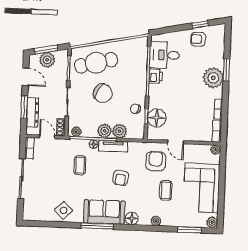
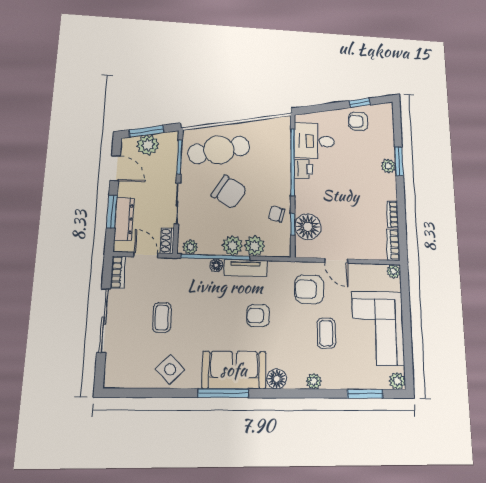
plant: (213, 78) -> (388, 166), width x0.53, depth x0.53
armchair: (156, 161) -> (309, 289), turned -90
coffee table: (80, 165) -> (162, 318), moved
armchair: (121, 178) -> (258, 316), turned 83

